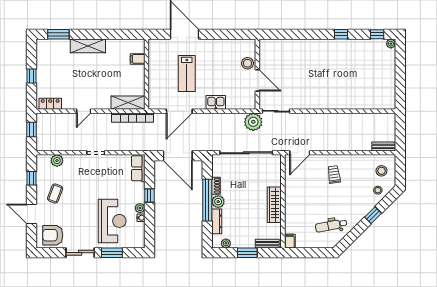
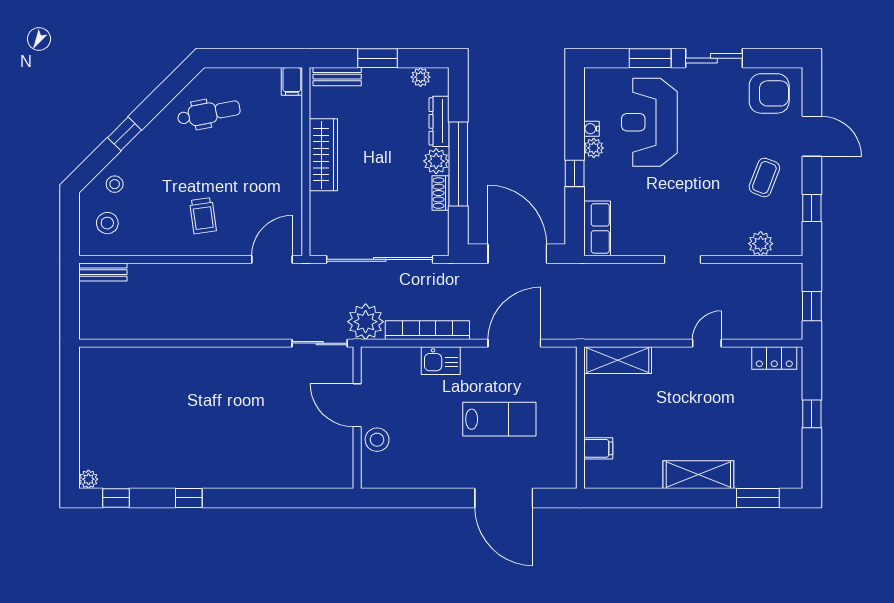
lab bench: (187, 73) -> (499, 419), turned 90
bookcase: (133, 118) -> (427, 330), moved

